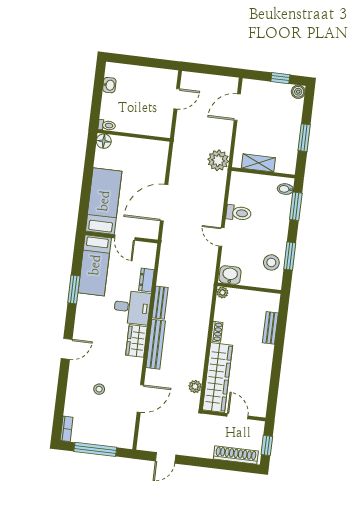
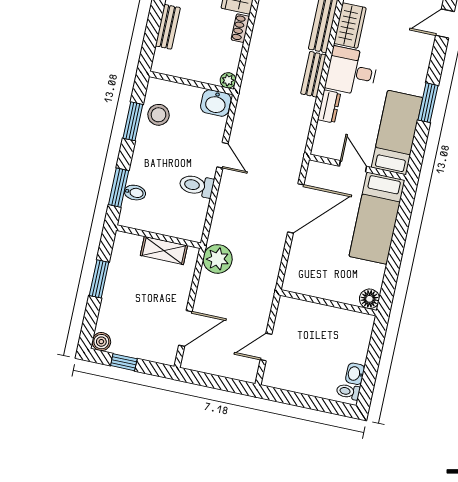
toilet: (107, 125) -> (348, 392), moved
bidet: (285, 189) -> (135, 193), moved

